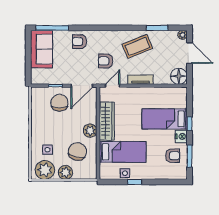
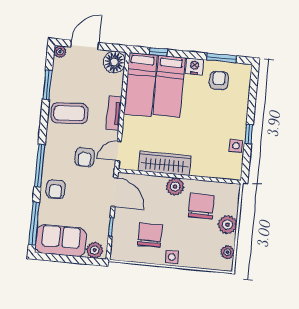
window: (96, 28) -> (40, 166), added
coffee table: (137, 46) -> (69, 113), turned -72
plant: (37, 75) -> (95, 250), added
door: (112, 86) -> (118, 151), hinge flipped
chair: (59, 103) -> (150, 235), moved, turned 90
window: (190, 124) -> (158, 52), moved
side table: (47, 150) -> (172, 257), moved
chair: (77, 151) -> (201, 206), turned 76
bed: (123, 152) -> (140, 85), moved, turned 180
plant: (45, 170) -> (227, 252), width x0.53, depth x0.53

